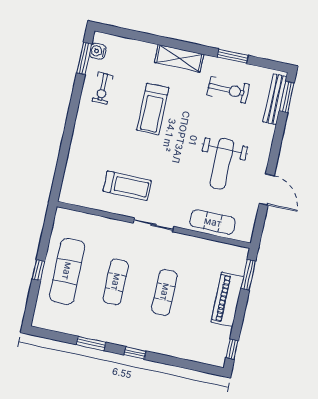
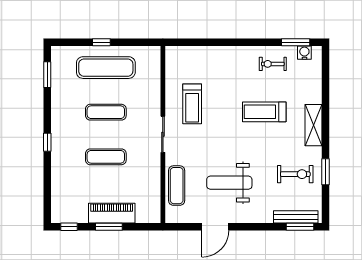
exercise bike: (228, 90) -> (295, 174), turned -90
window: (248, 275) -> (109, 227), moved
window: (91, 343) -> (47, 75), moved

